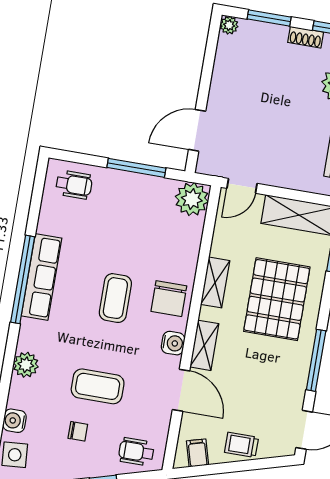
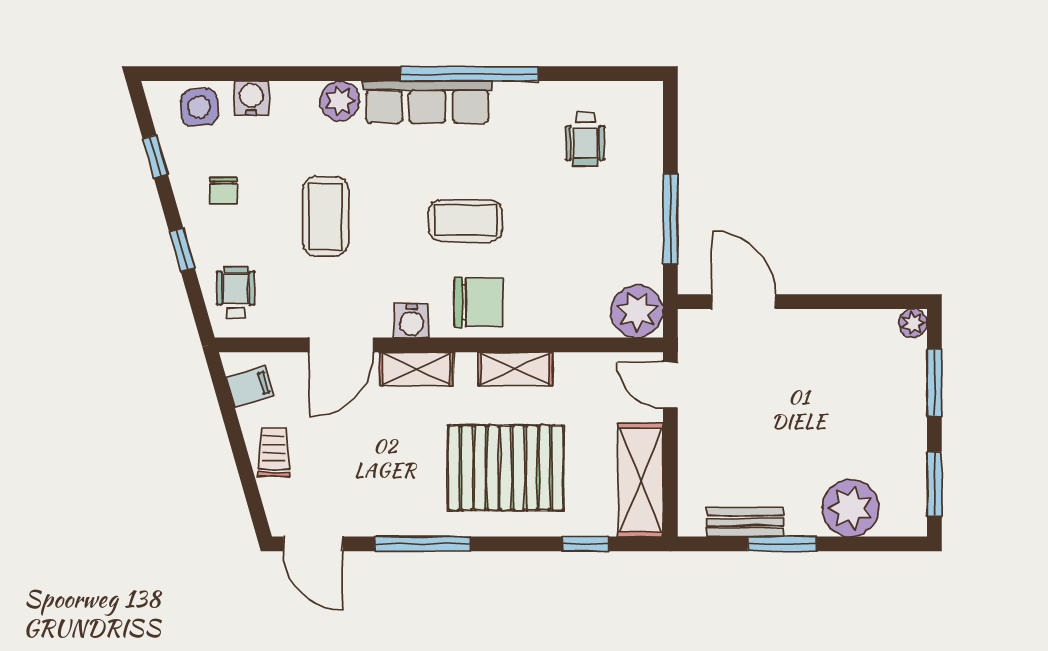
shoe rack: (306, 37) -> (914, 443), removed
wheelchair: (74, 185) -> (585, 139), moved
row of seats: (42, 277) -> (427, 102), moved
chair: (169, 299) -> (479, 302), turned 180
chair: (78, 431) -> (223, 190), moved

